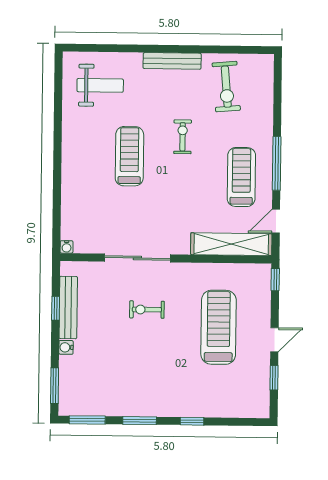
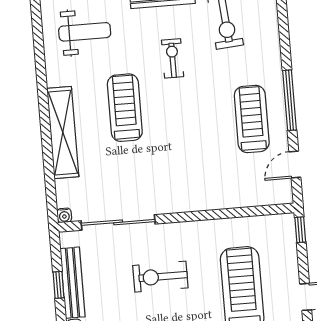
exercise bike: (183, 137) -> (173, 58), moved
shelving: (231, 244) -> (63, 133), moved, turned 90
sliding door: (137, 258) -> (118, 222), moved
exercise bike: (147, 310) -> (160, 277), width x1.38, depth x1.39

